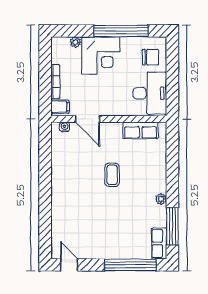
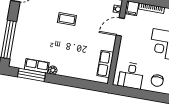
desk: (150, 93) -> (131, 75), width x0.73
coffee table: (112, 175) -> (67, 19), moved
row of seats: (159, 244) -> (37, 66), moved

